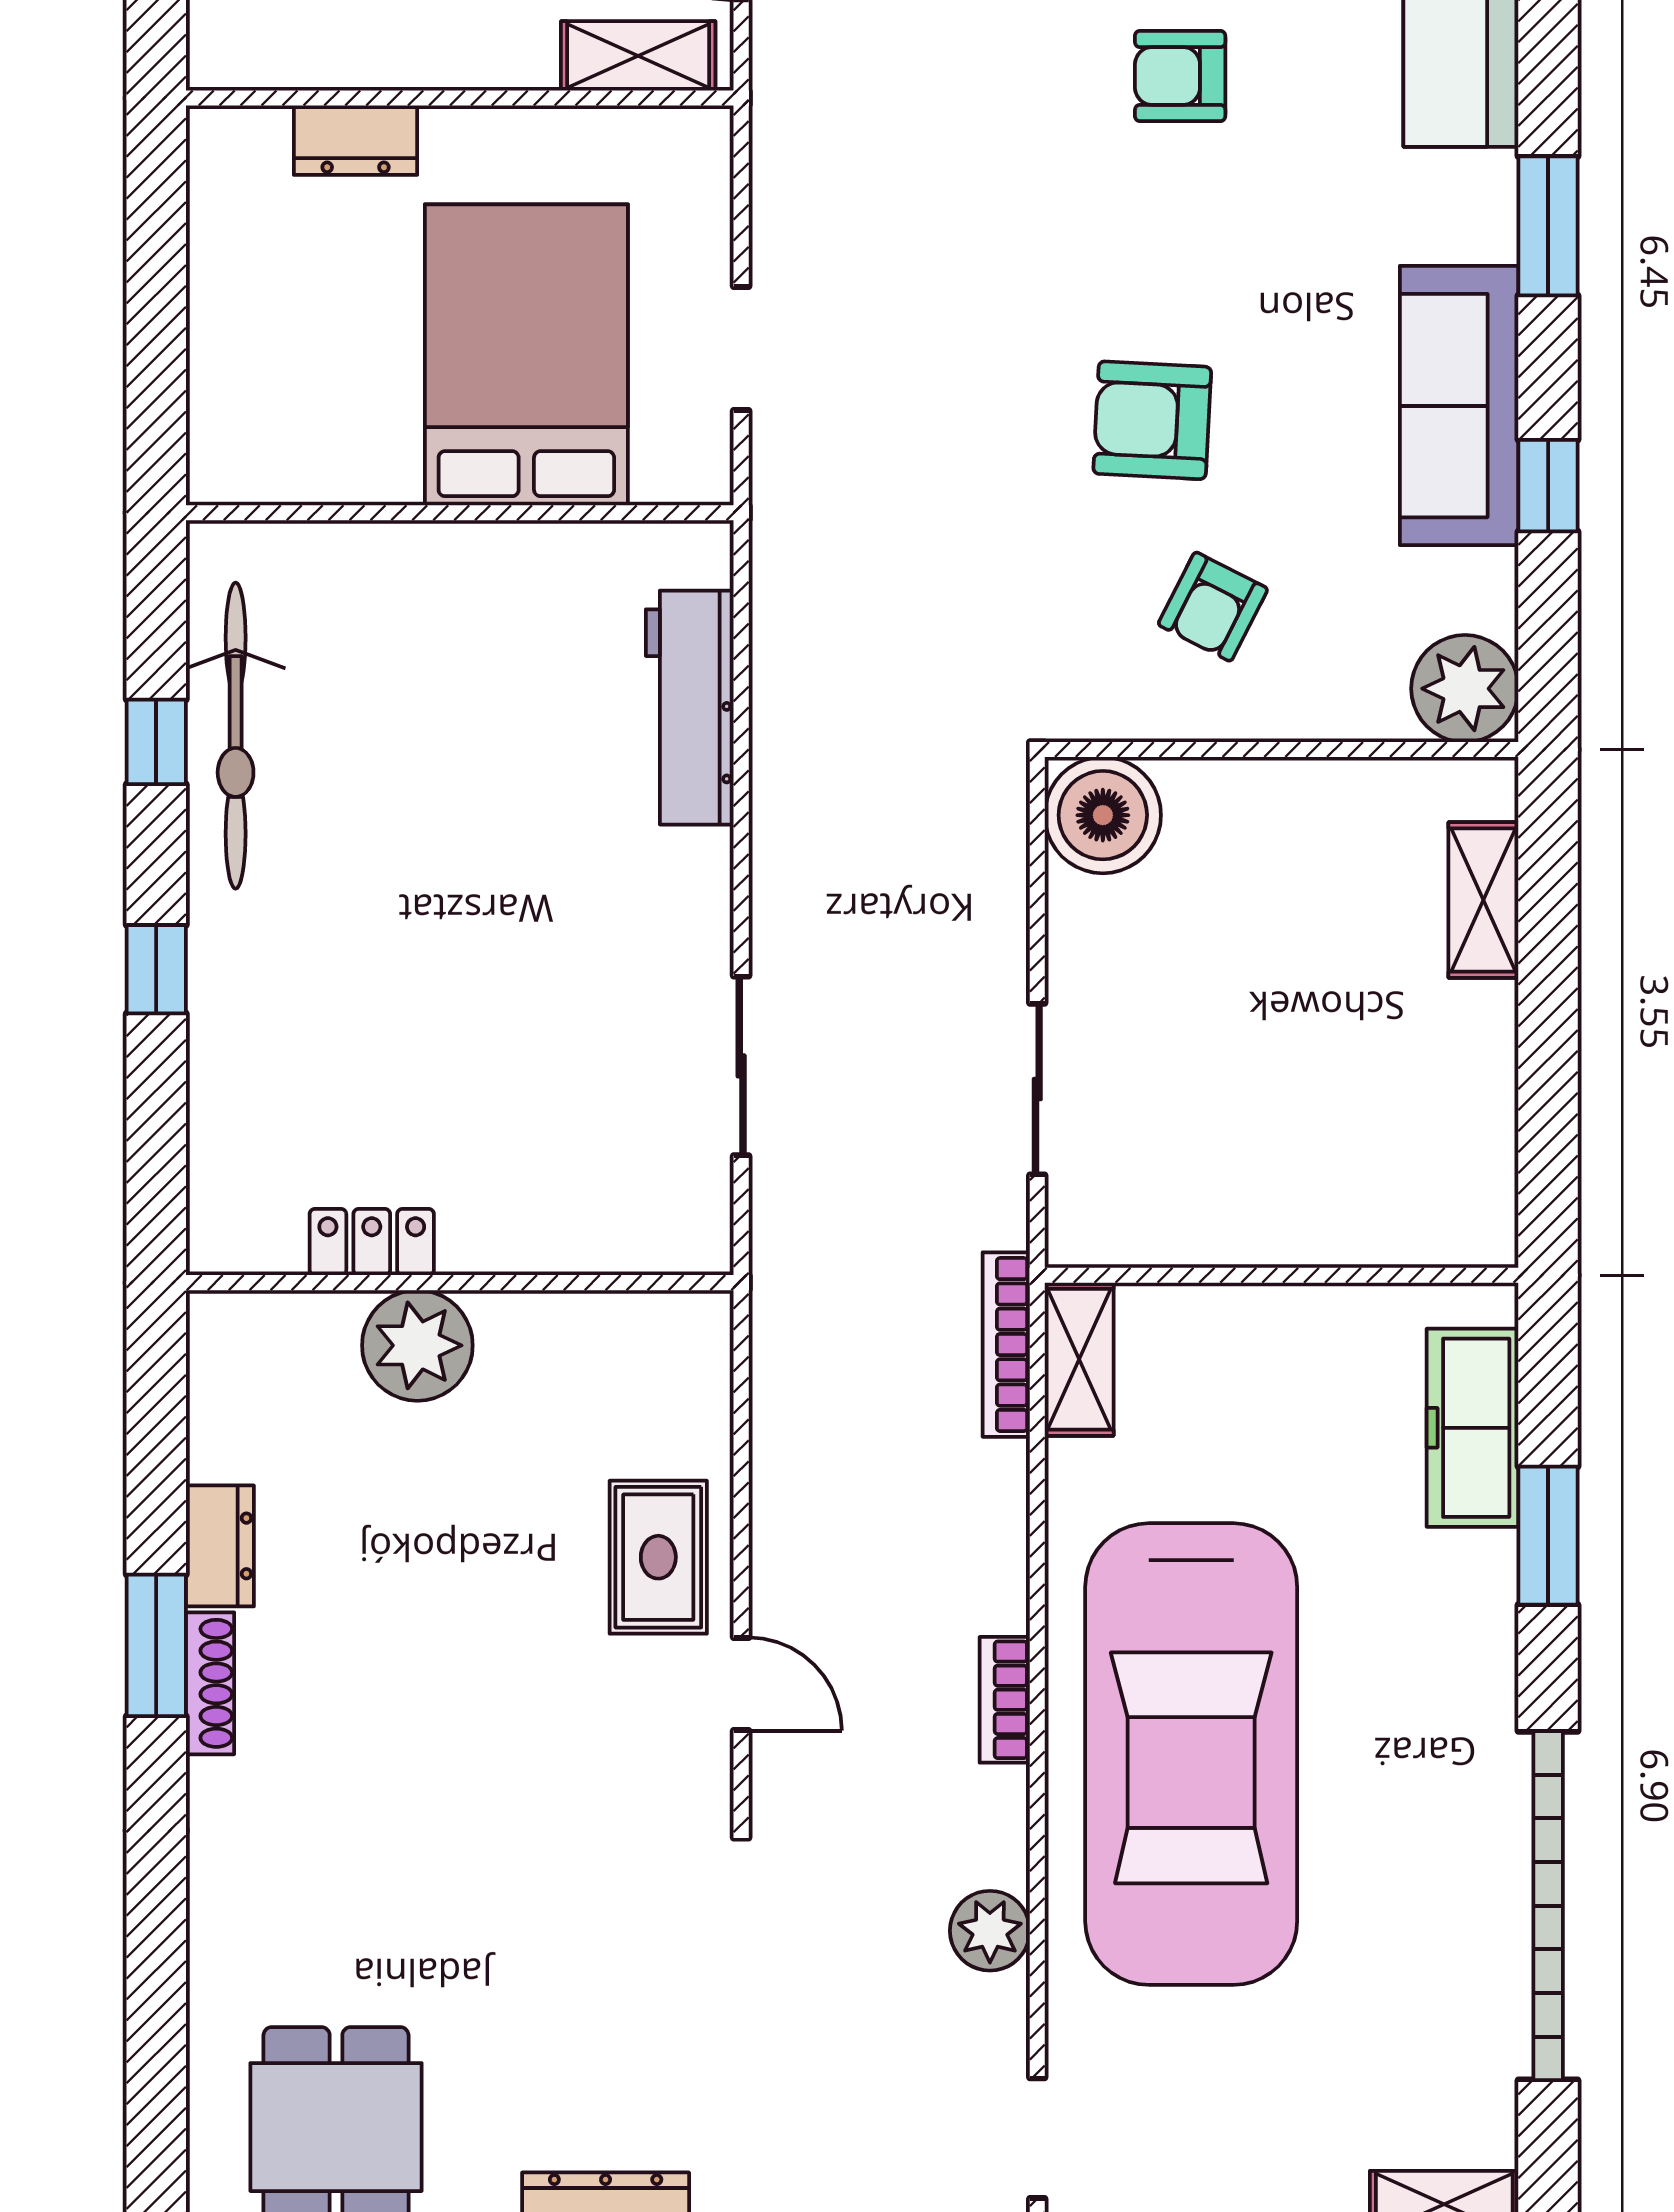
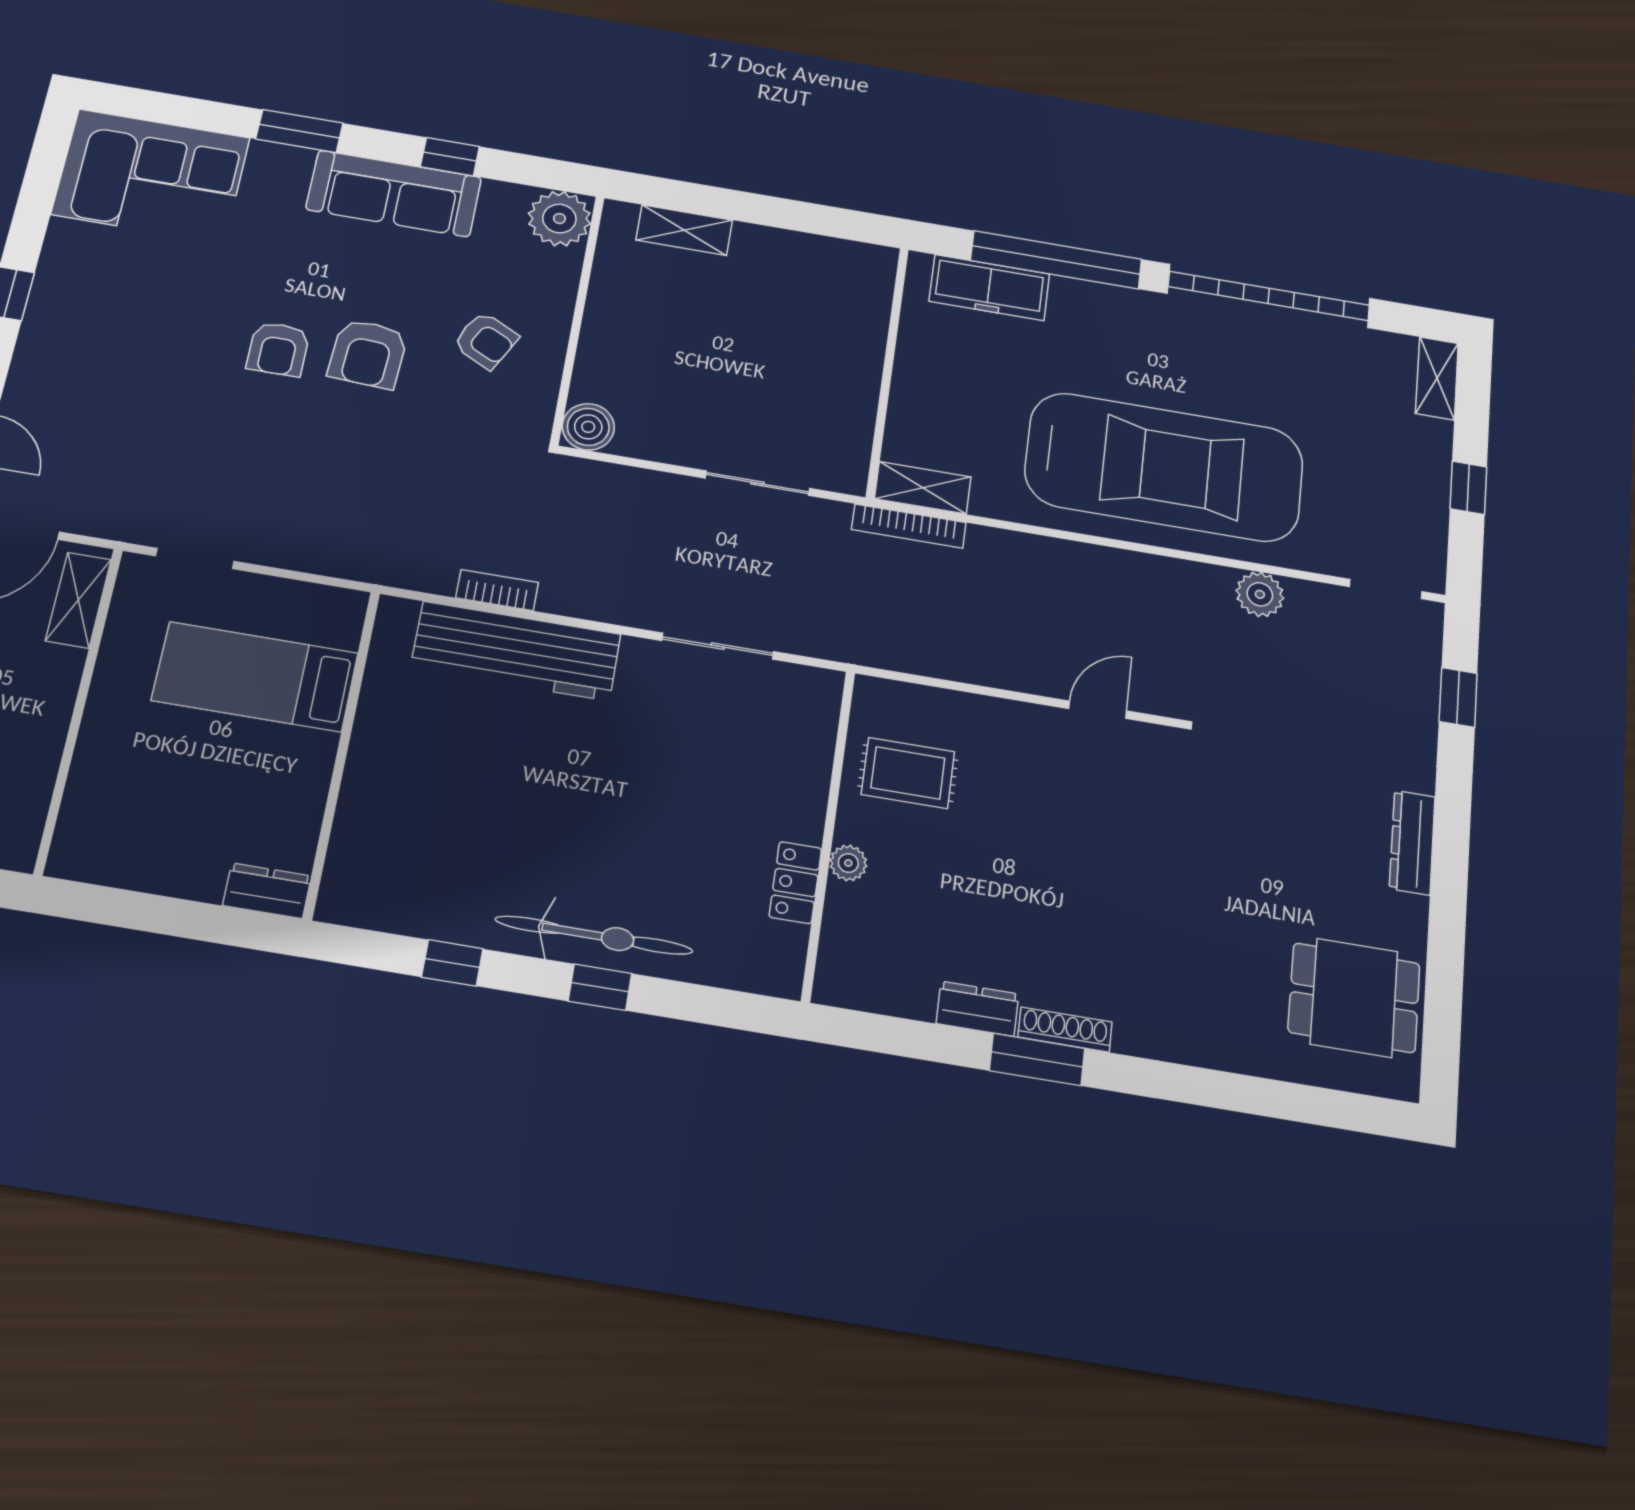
armchair: (1180, 76) -> (278, 349), moved
dresser: (356, 140) -> (267, 891), moved, turned -90
doorway: (741, 349) -> (195, 559), moved
bed: (526, 355) -> (255, 677), width x0.67
workbench: (690, 708) -> (516, 651), width x1.36, depth x1.32
bicycle: (236, 736) -> (594, 935), moved
boiler: (1103, 815) -> (588, 427), width x0.73, depth x0.73
plant: (417, 1345) -> (848, 863), width x0.53, depth x0.53
window: (1548, 1536) -> (1056, 260), width x2.11
rug: (658, 1557) -> (908, 773), moved
bookcase: (1005, 1700) -> (497, 590), moved, turned 180

